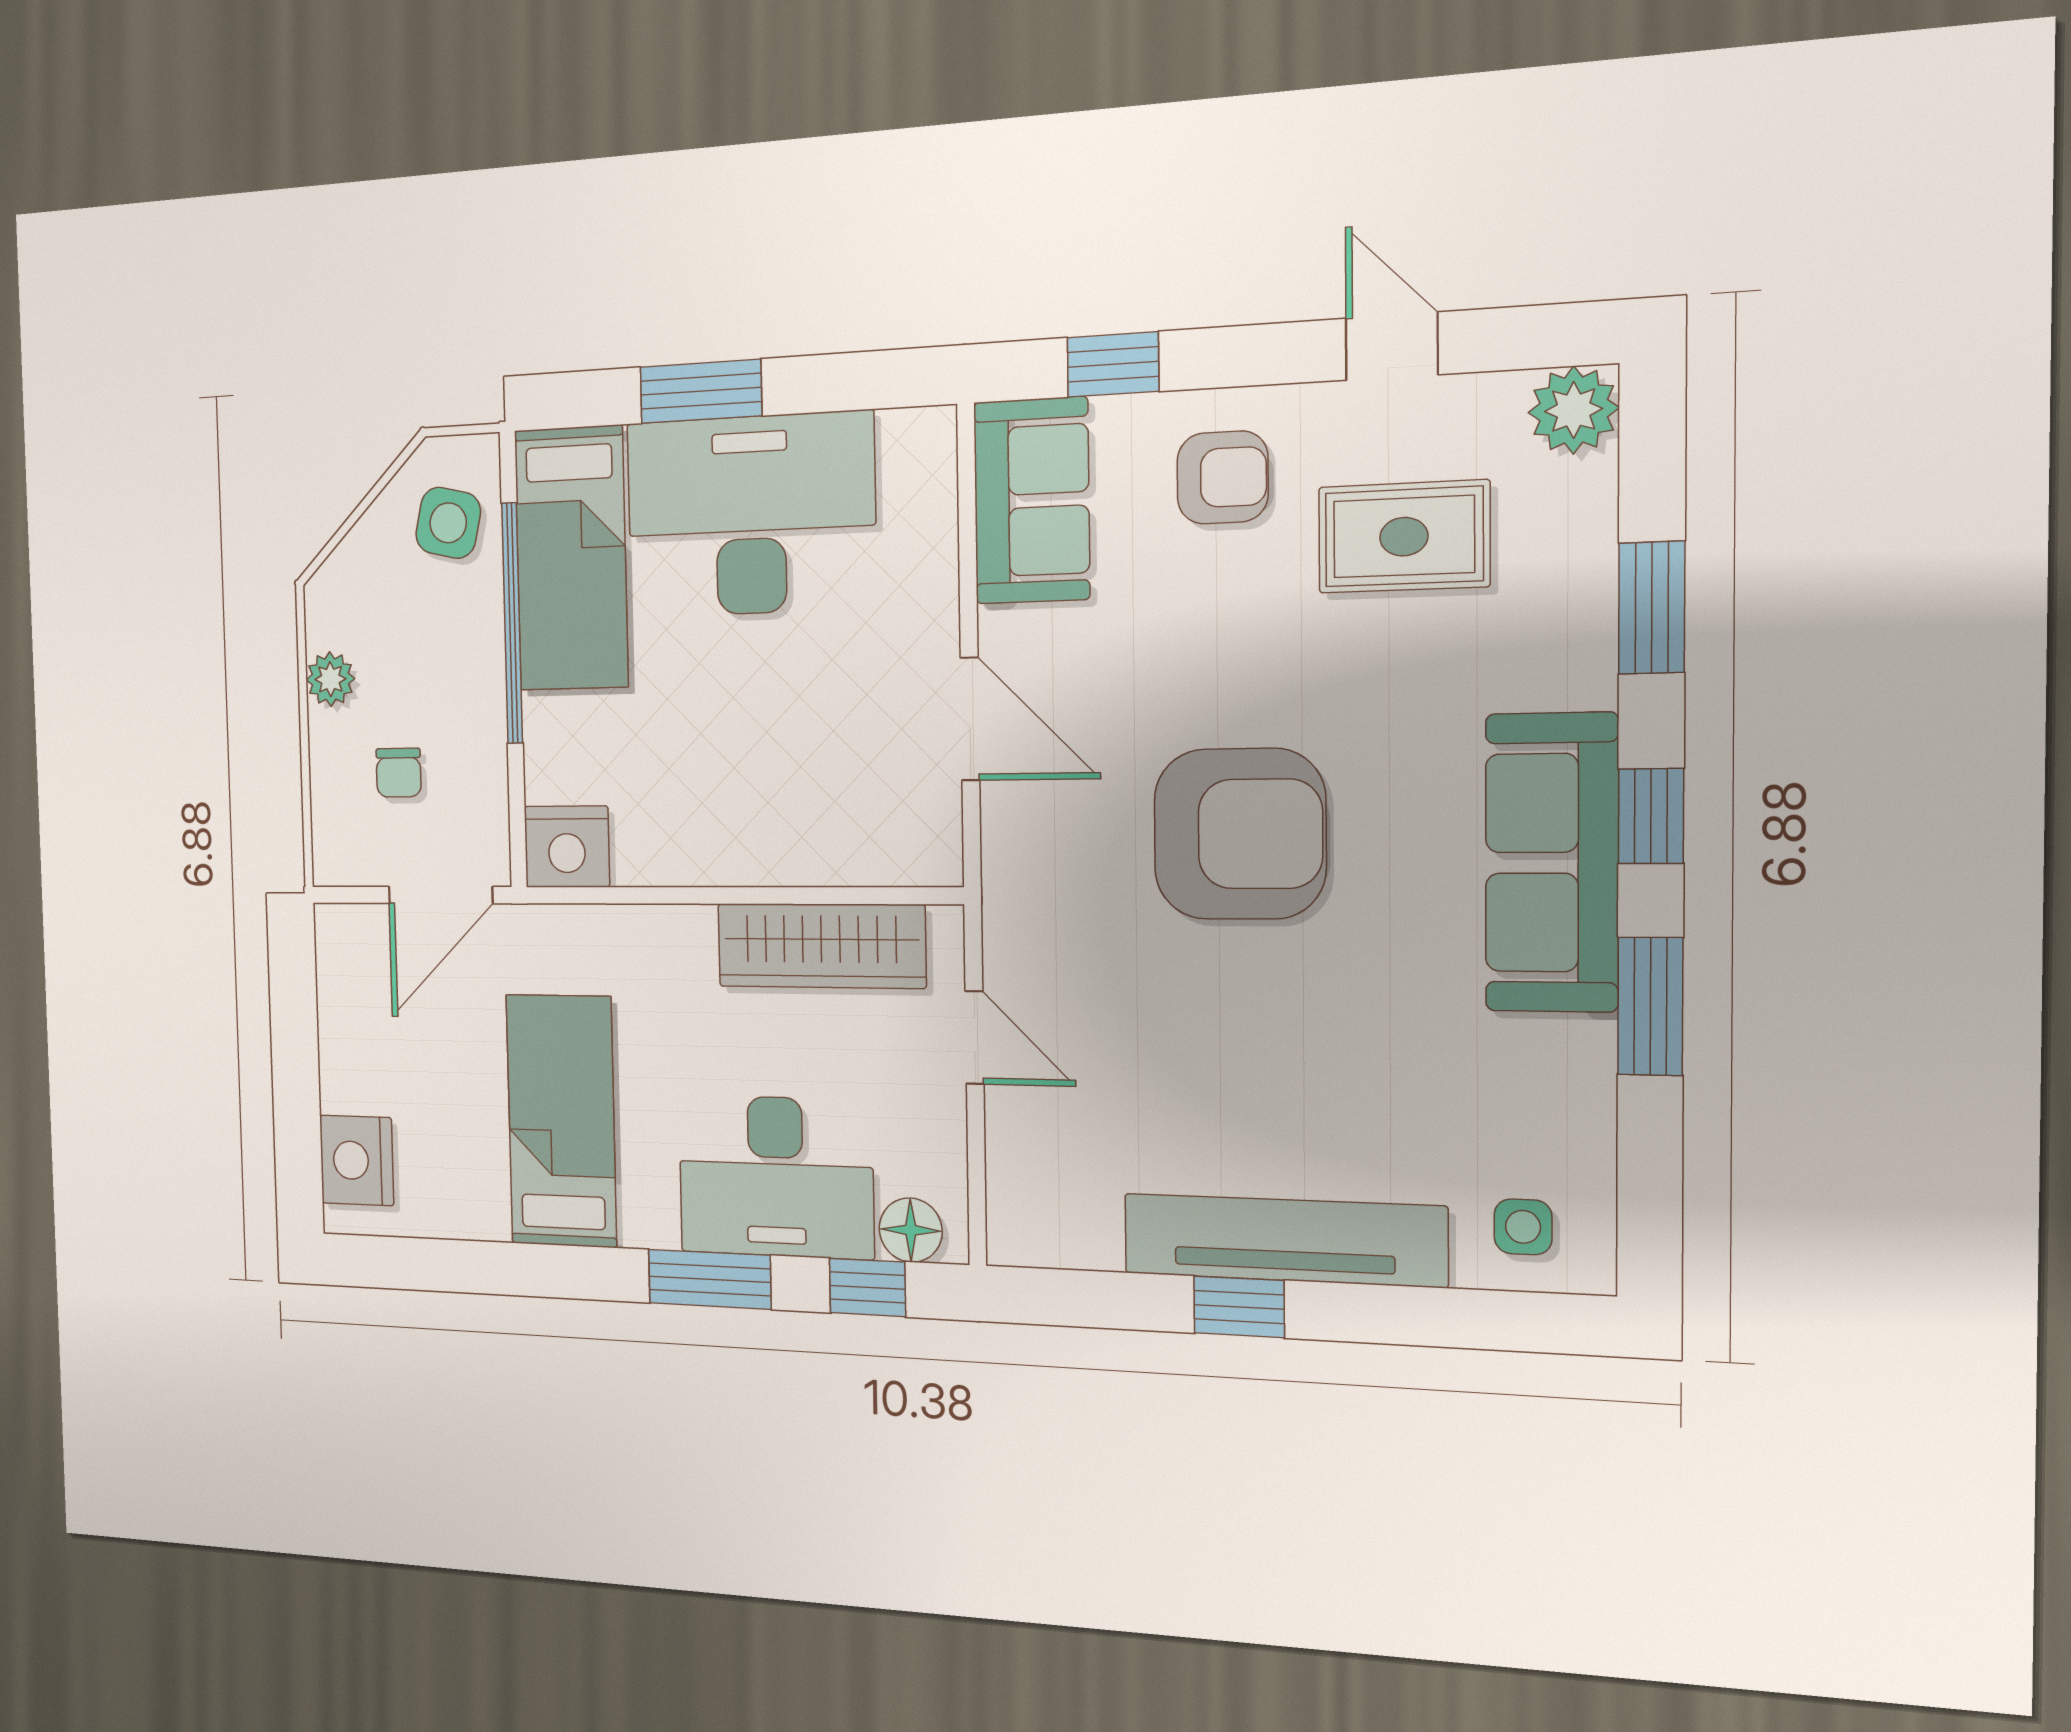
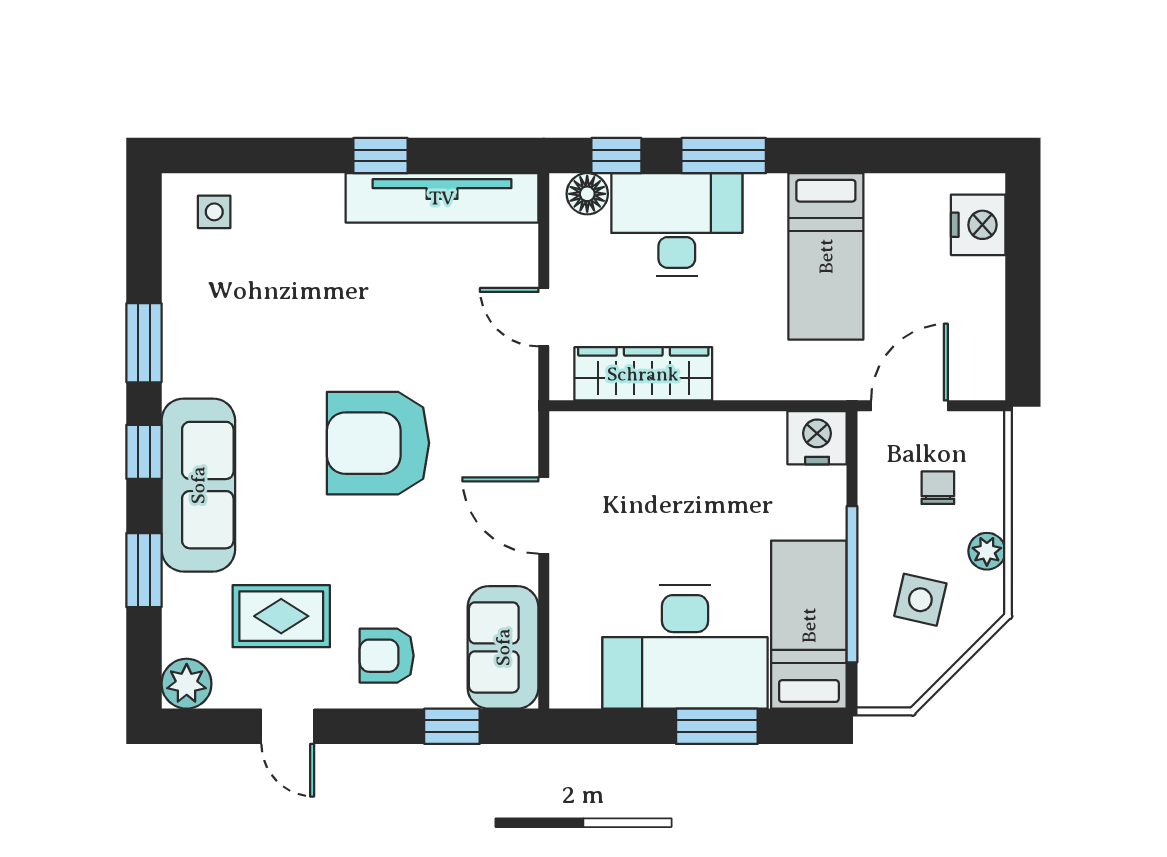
side table: (448, 523) -> (920, 600), moved
sofa: (1552, 863) -> (198, 485), moved
tv unit: (1284, 1240) -> (442, 198), moved

